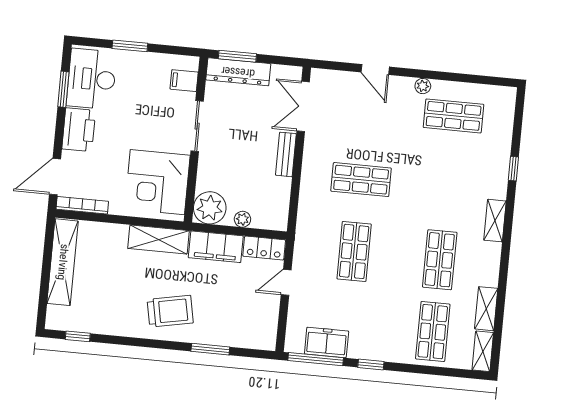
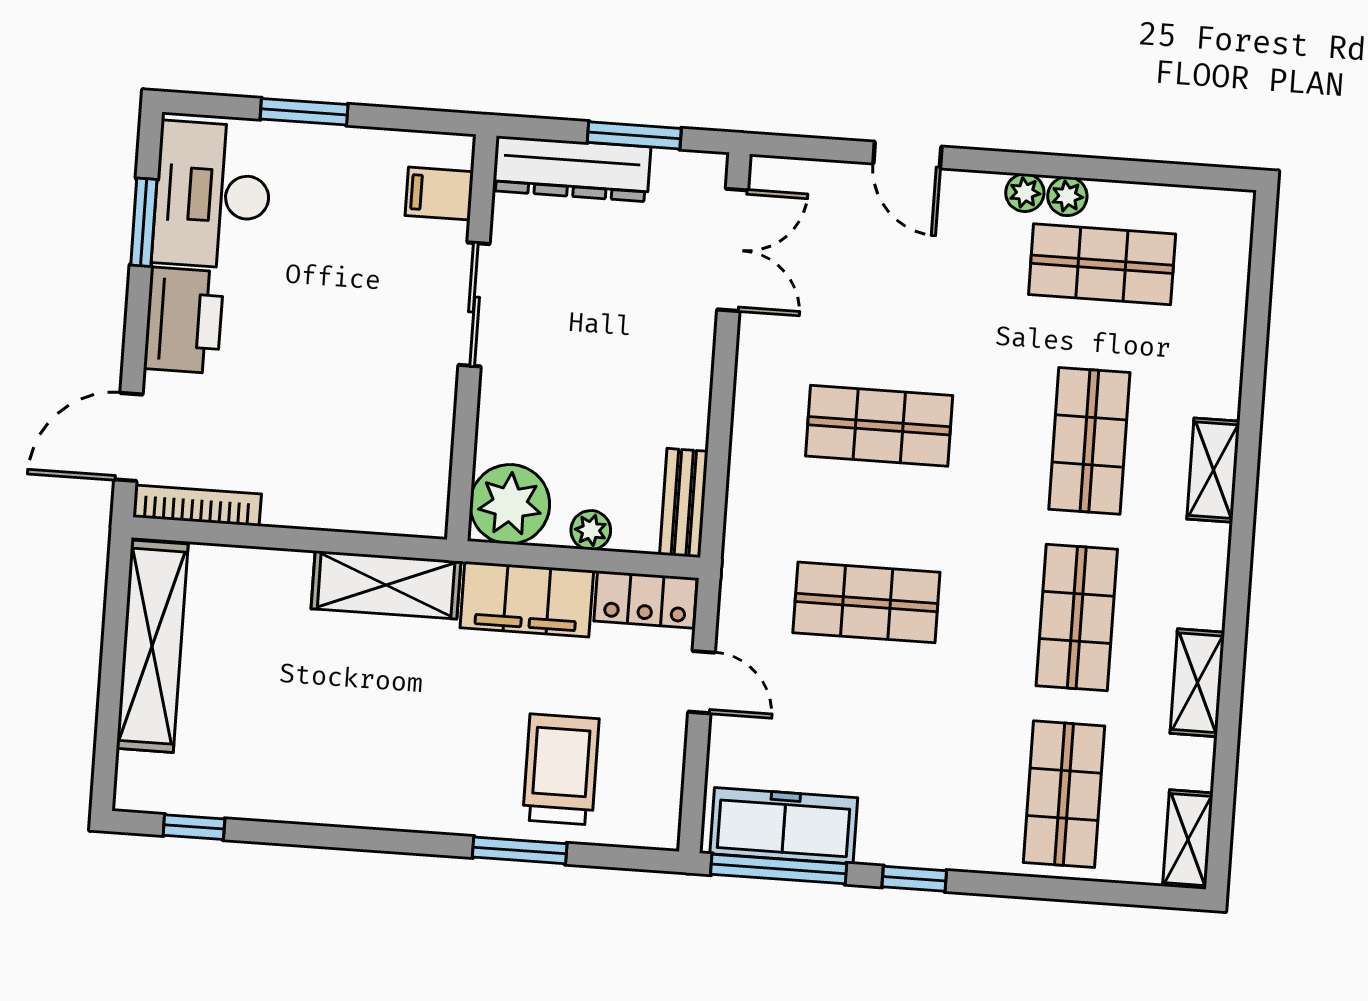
window: (237, 56) -> (634, 135), moved
plant: (440, 88) -> (1067, 196), added
double door: (303, 106) -> (733, 250), swing flipped
bench: (286, 154) -> (684, 503), moved
window: (513, 169) -> (1252, 390), removed
corner desk: (157, 182) -> (380, 444), removed
shop shelf: (447, 188) -> (1089, 441), added
shelving: (495, 221) -> (1213, 470), moved
shop shelf: (354, 251) -> (866, 602), turned 90
door: (286, 282) -> (702, 682), swing flipped
shelving: (486, 309) -> (1197, 683), moved
trolley: (170, 311) -> (561, 769), moved, turned -79
freezer: (327, 342) -> (784, 826), width x1.40

